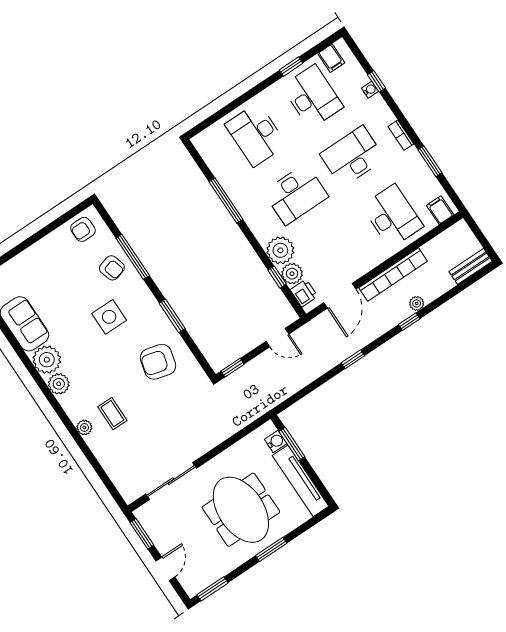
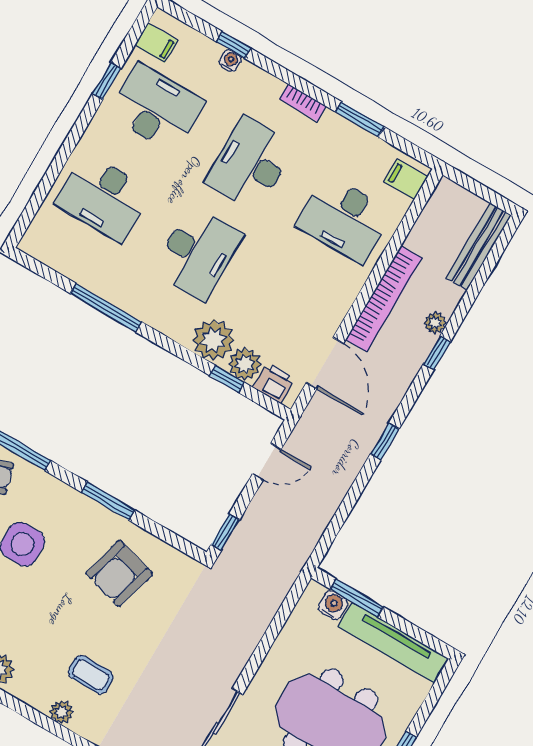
desk: (392, 216) -> (344, 219), turned 180
bench: (471, 266) -> (479, 246), width x1.36

